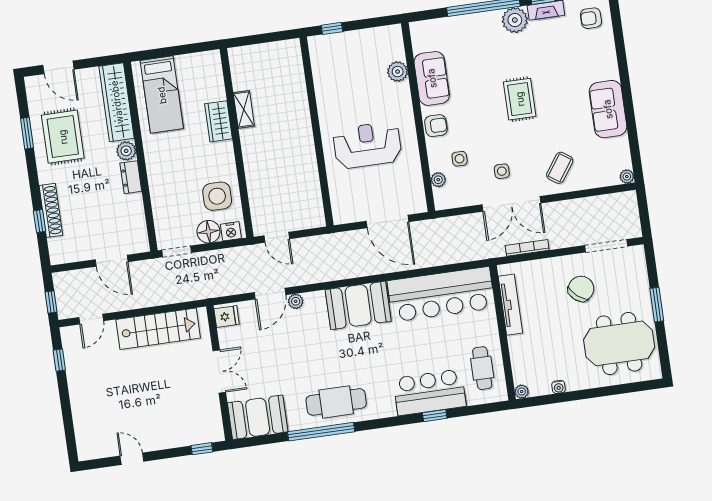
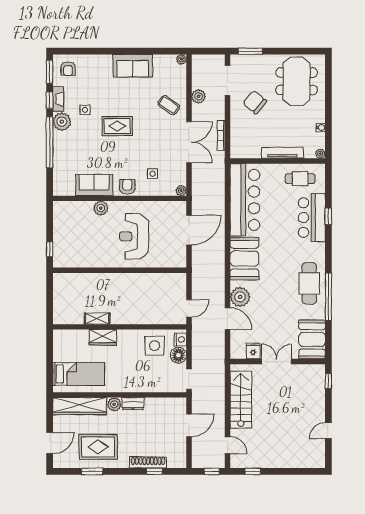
plant: (398, 72) -> (101, 208), moved
side table: (502, 171) -> (85, 110), moved
plant: (438, 180) -> (181, 191), moved
plant: (578, 208) -> (199, 96), added
plant: (296, 301) -> (240, 297), width x1.88, depth x1.88
tv unit: (510, 305) -> (282, 153), moved
window: (657, 305) -> (250, 51), moved
fridge: (227, 317) -> (253, 351), moved

